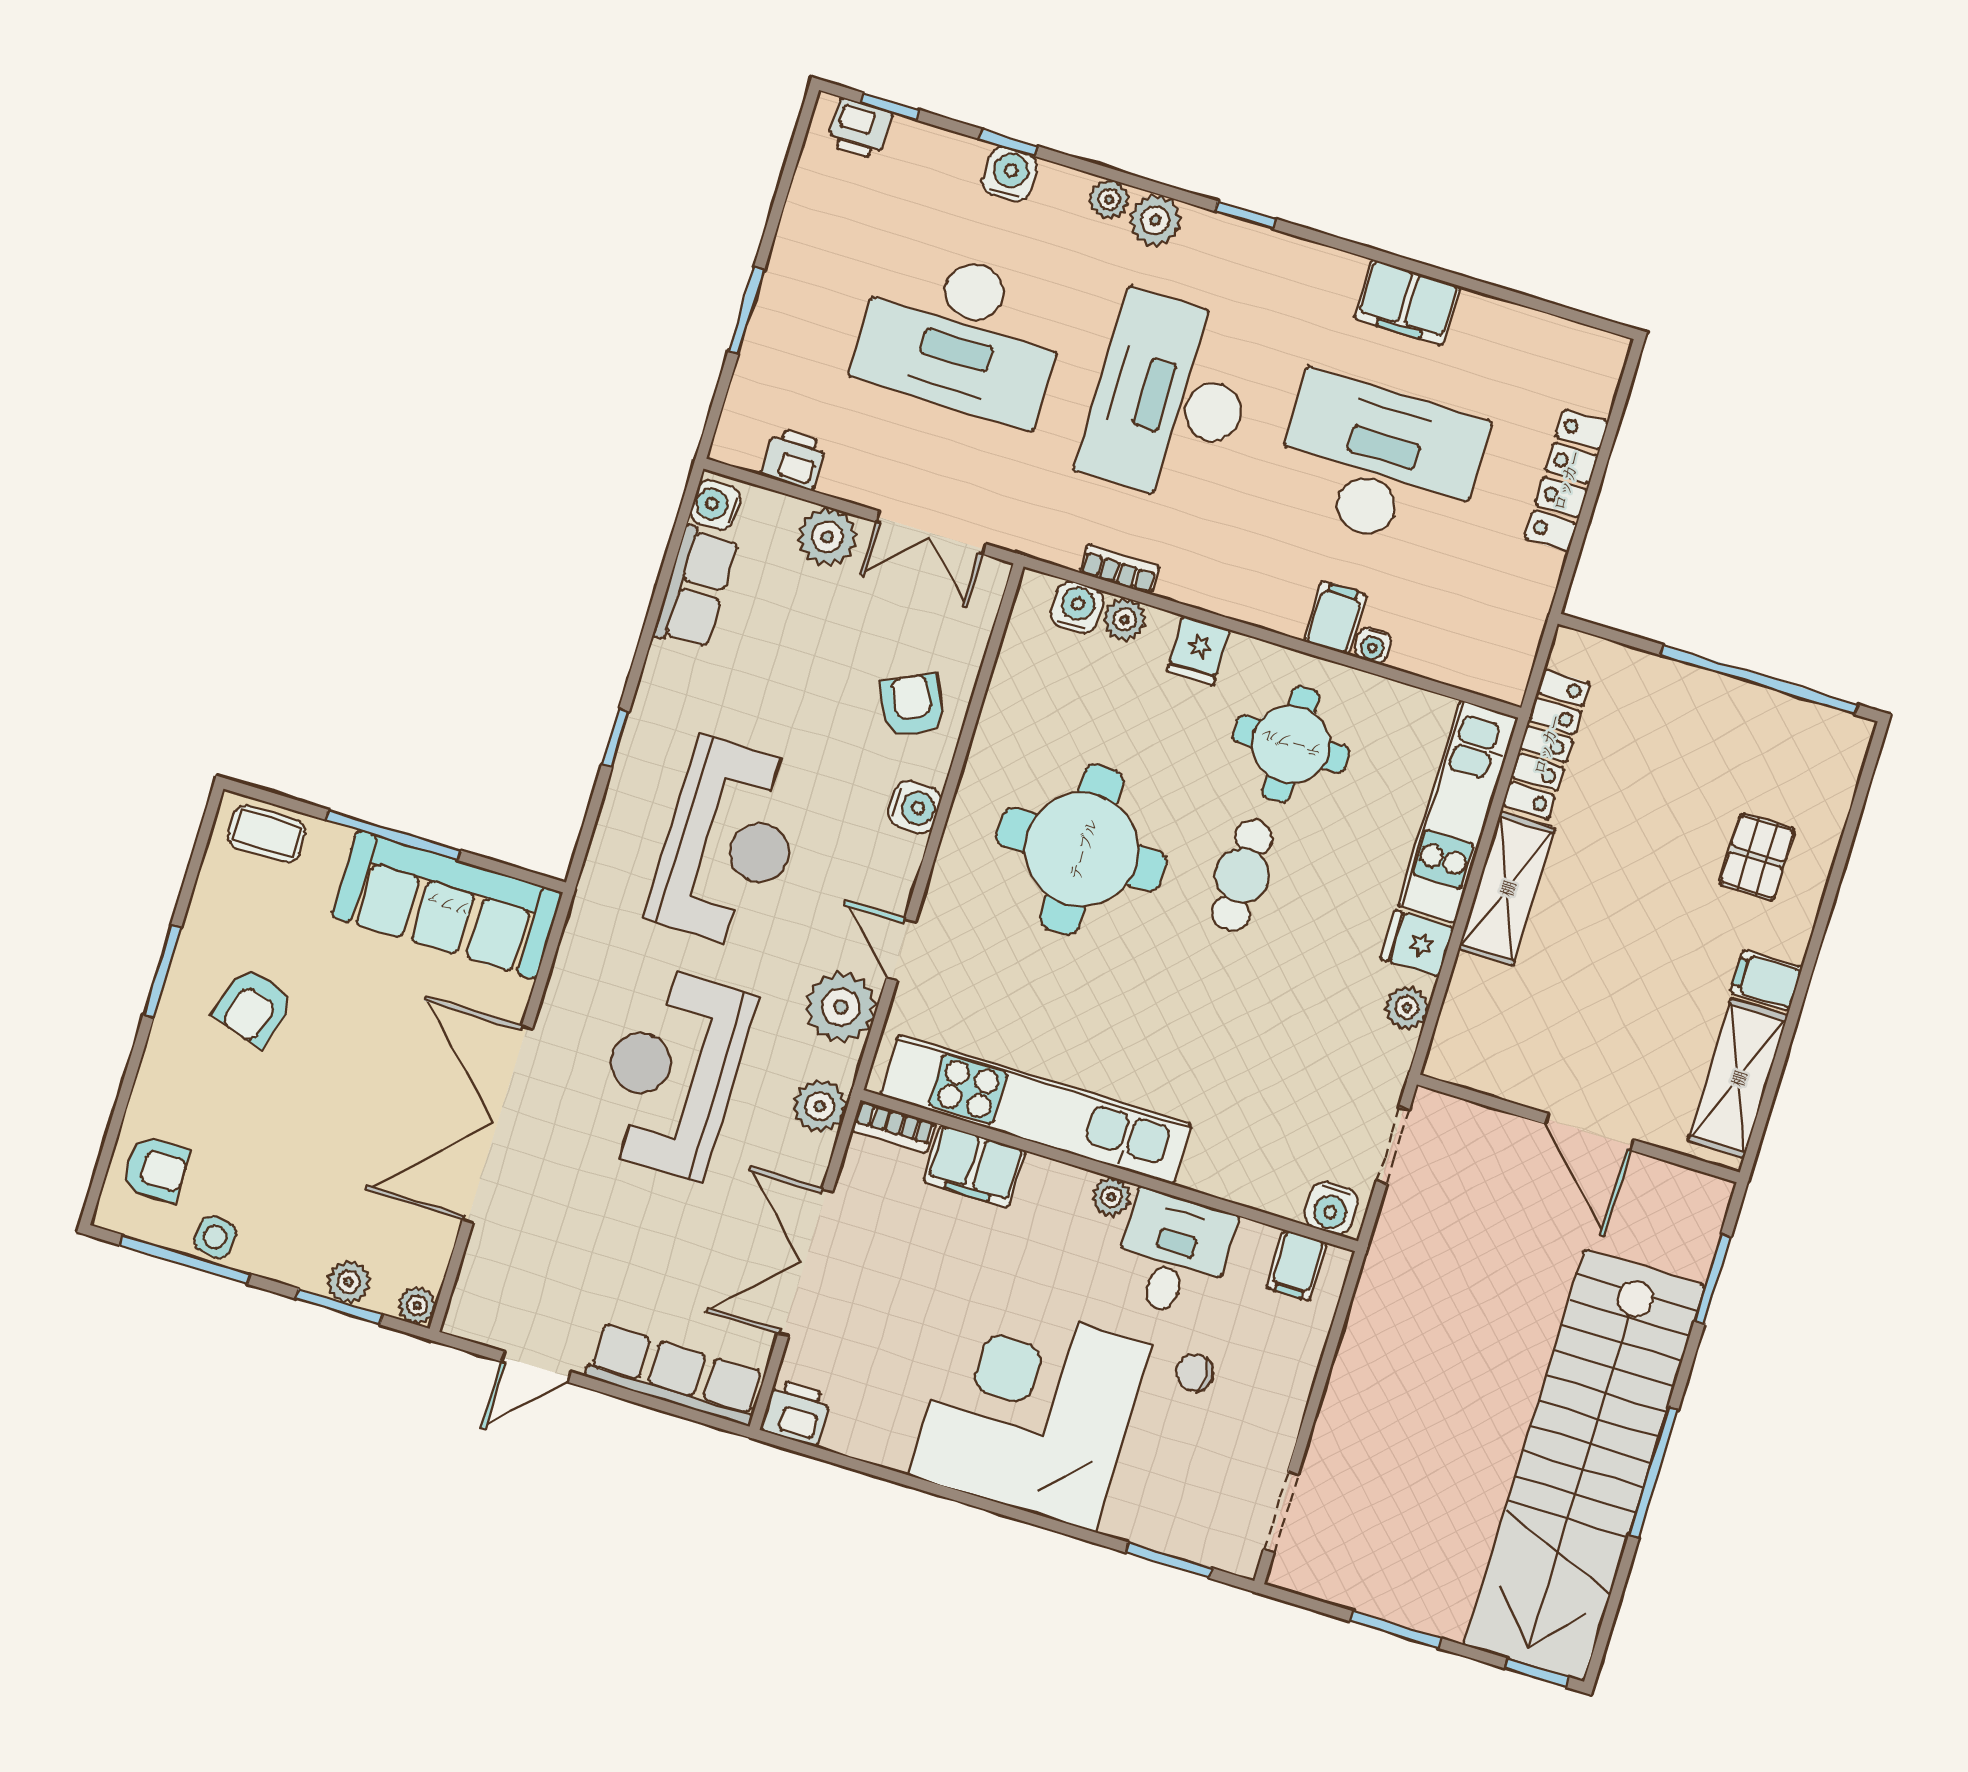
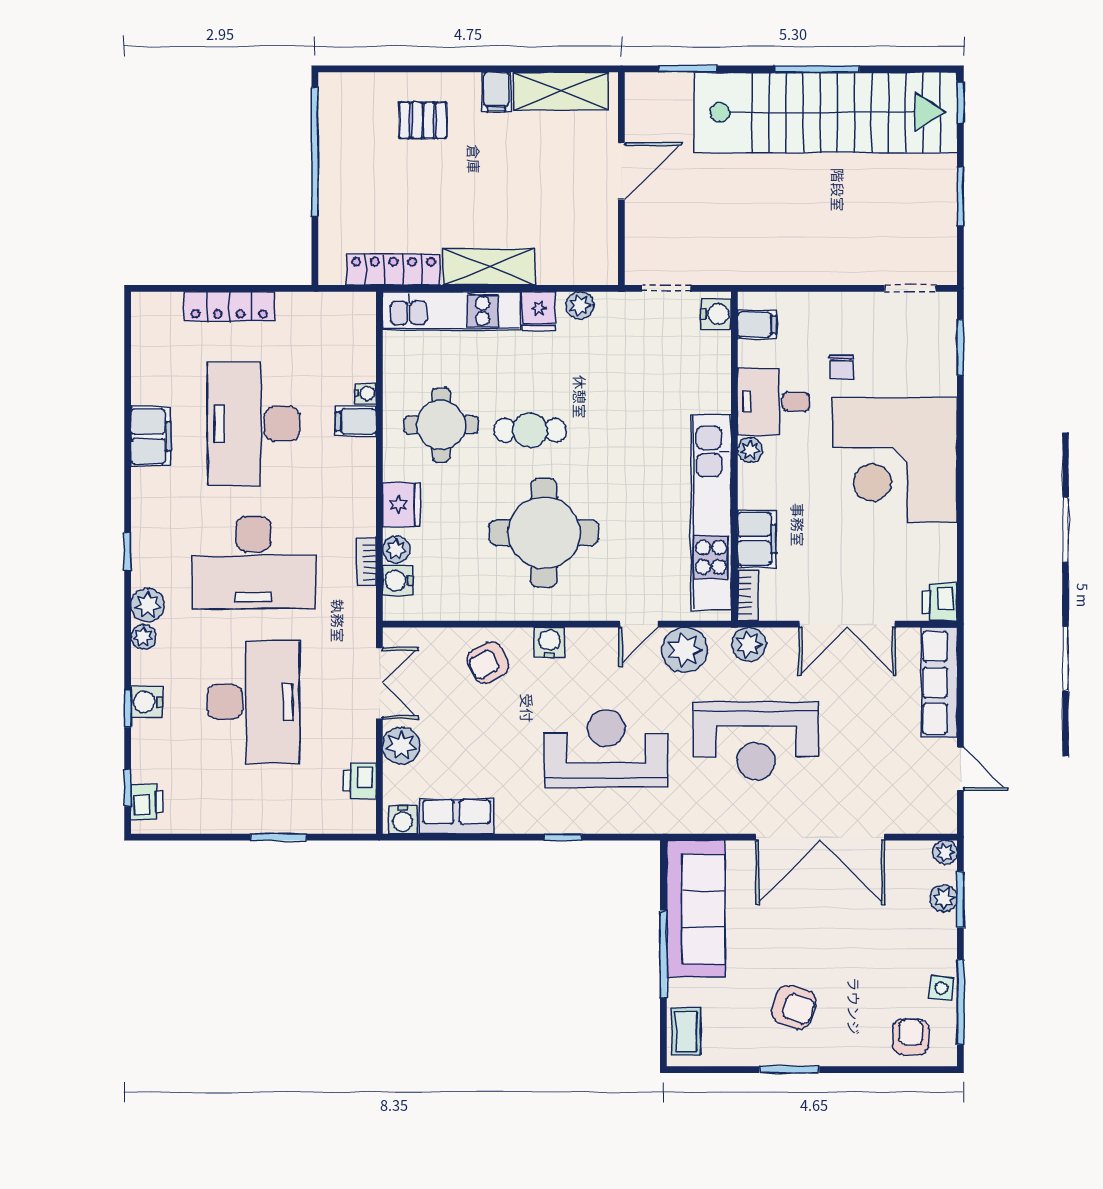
fridge: (1198, 651) -> (401, 505), width x1.38

